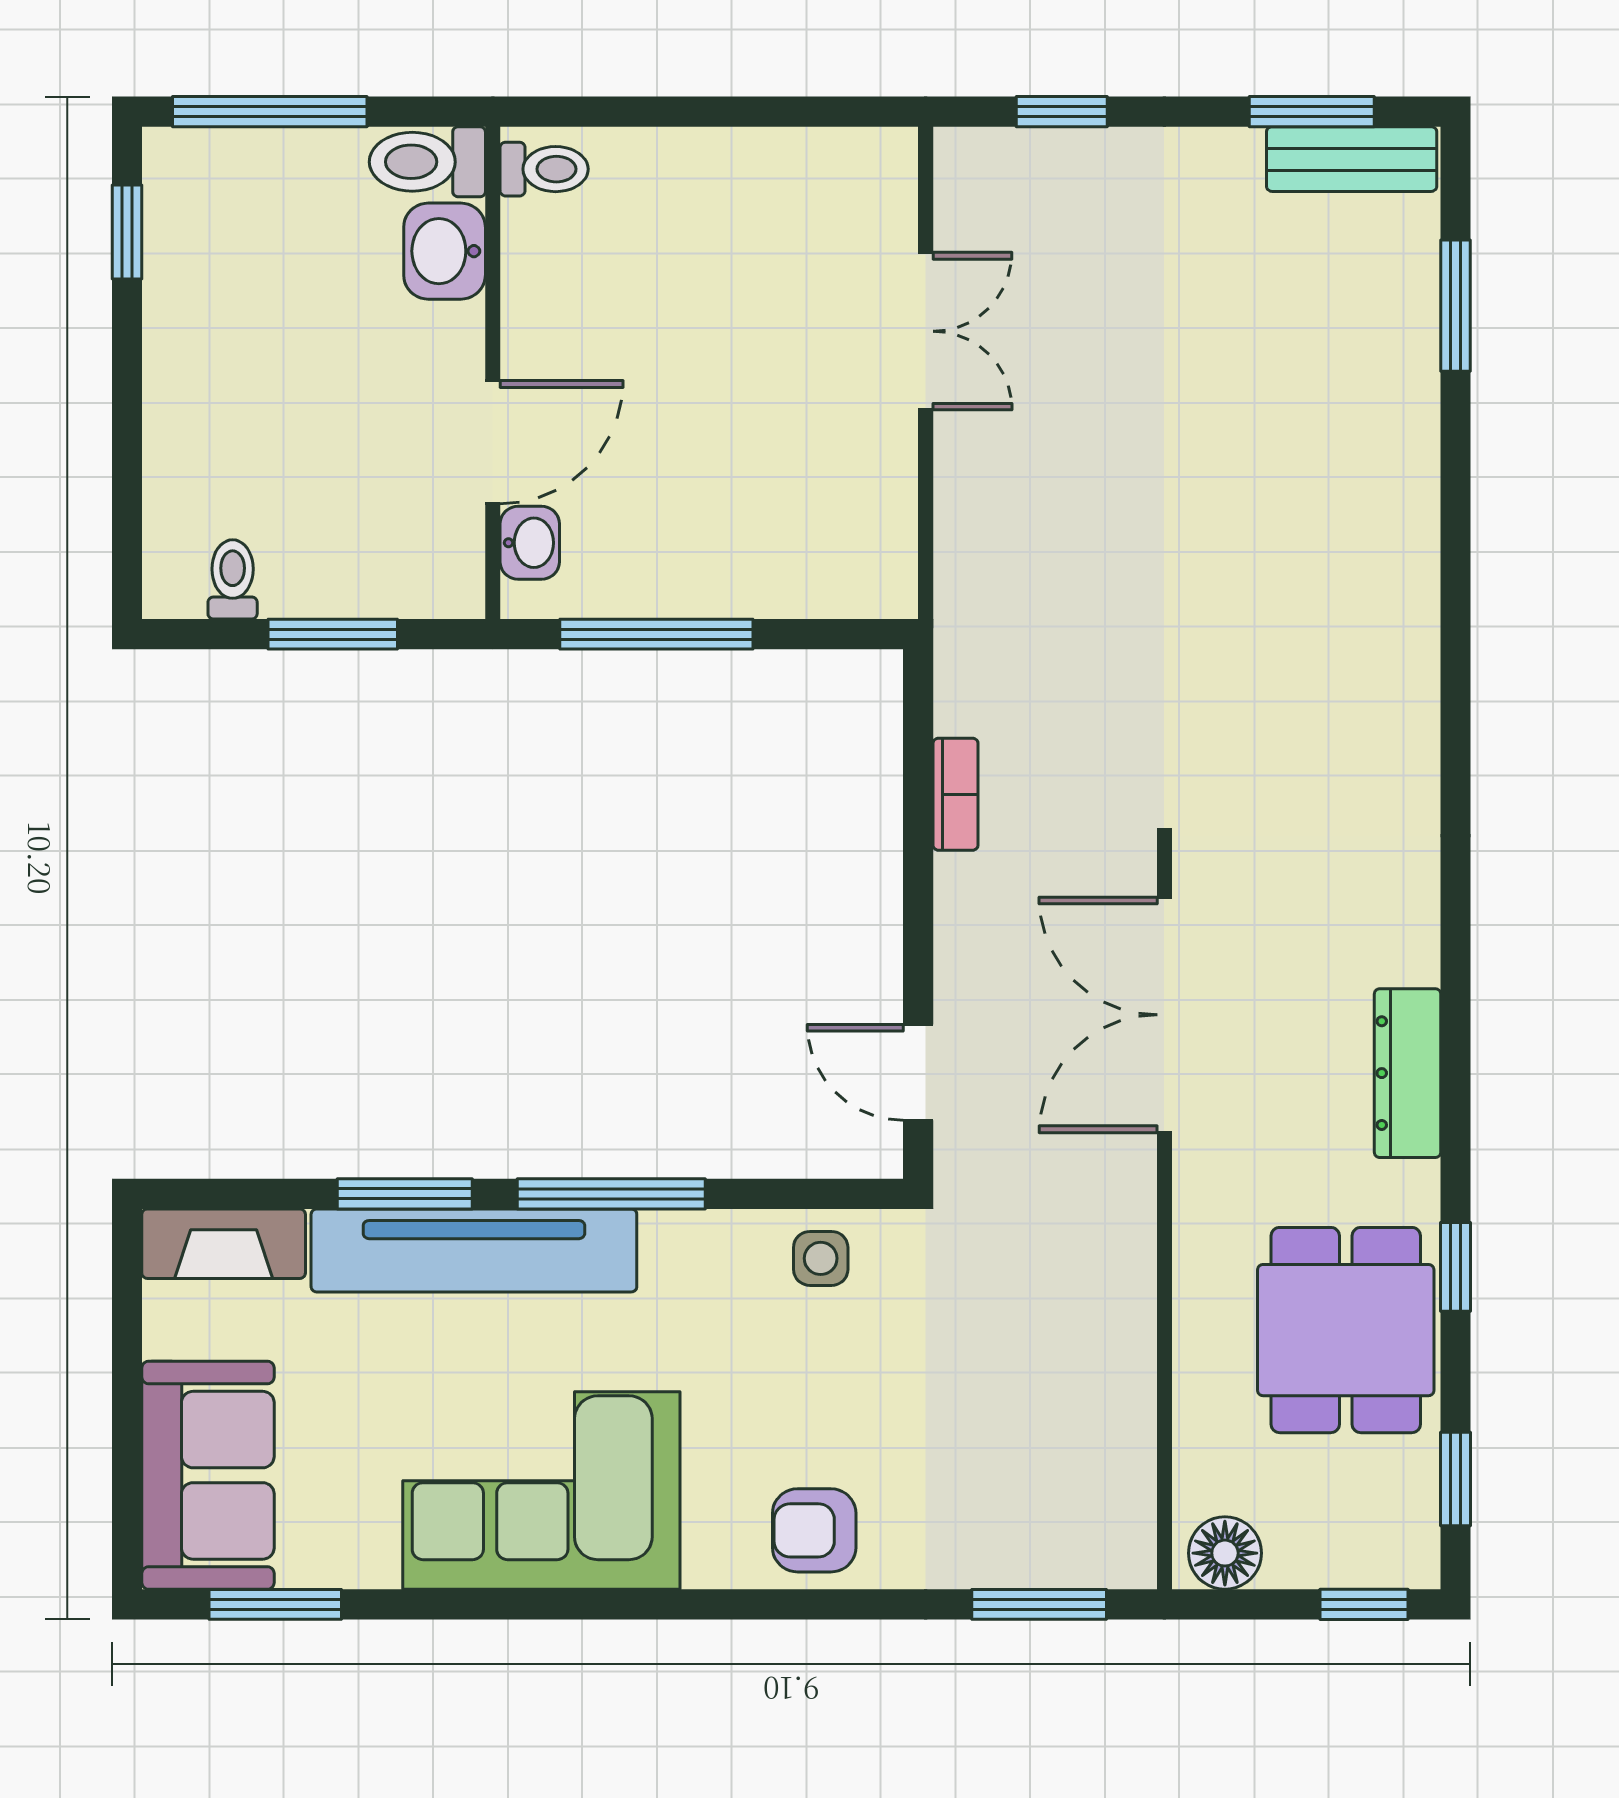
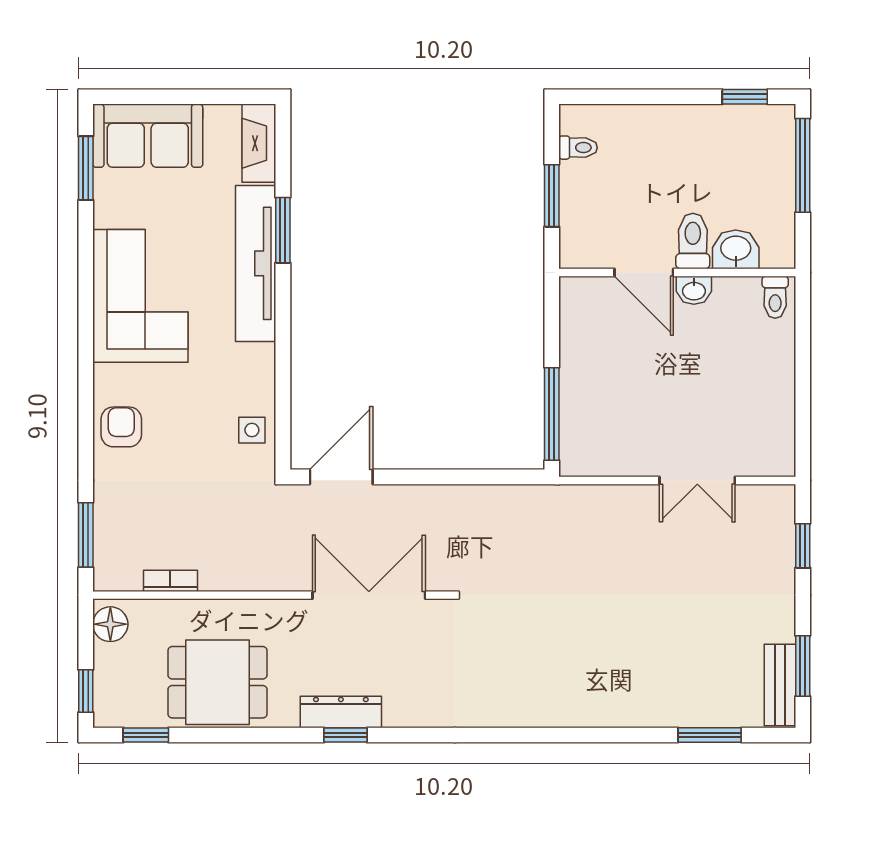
toilet: (427, 162) -> (693, 241), moved
washbasin: (530, 543) -> (694, 290), moved
window: (656, 634) -> (552, 414), moved
bookcase: (956, 794) -> (170, 581), moved, turned 180
door: (918, 1072) -> (341, 477), width x1.38
window: (611, 1194) -> (283, 329), removed
window: (1456, 1267) -> (346, 735), moved

